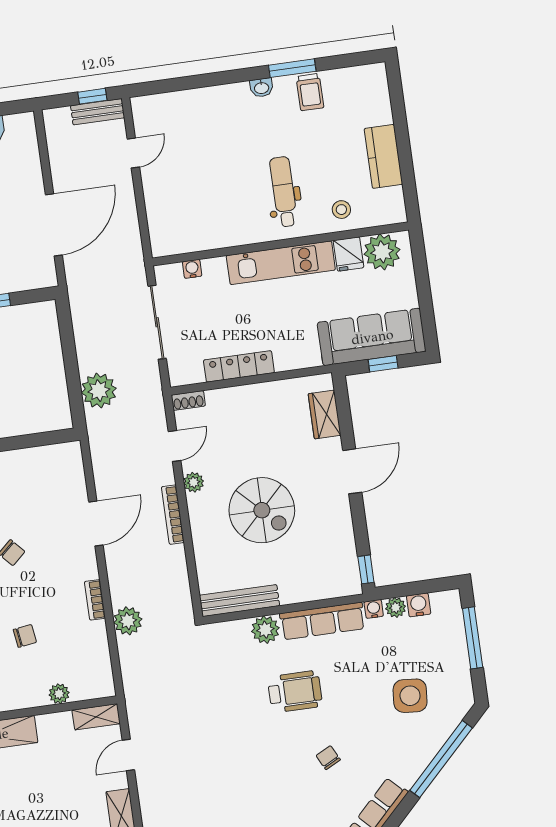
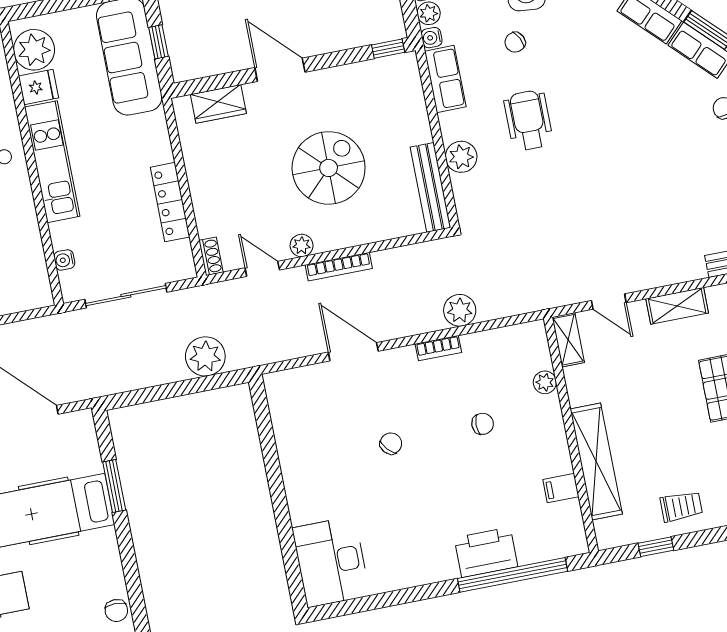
row of seats: (322, 621) -> (445, 79), width x0.68
chair: (25, 636) -> (483, 424), turned 98
chair: (328, 758) -> (515, 42), moved

